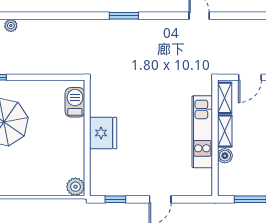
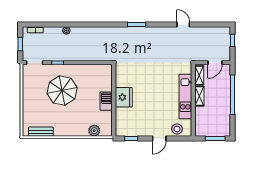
barbecue: (75, 102) -> (106, 101), moved
boiler: (225, 156) -> (199, 111), removed
stool: (189, 184) -> (177, 129), added
plant: (75, 187) -> (94, 131), moved

